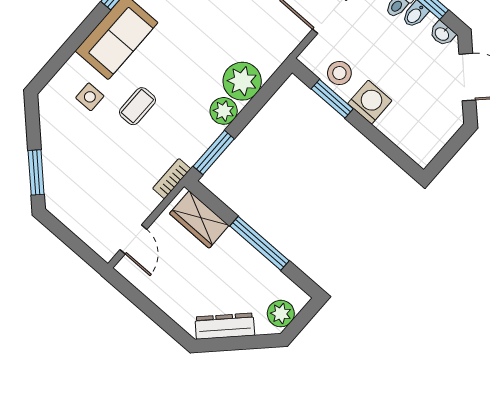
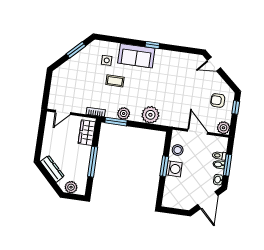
window: (332, 99) -> (164, 166), moved
plant: (224, 111) -> (124, 114), moved
window: (36, 172) -> (76, 50), moved

